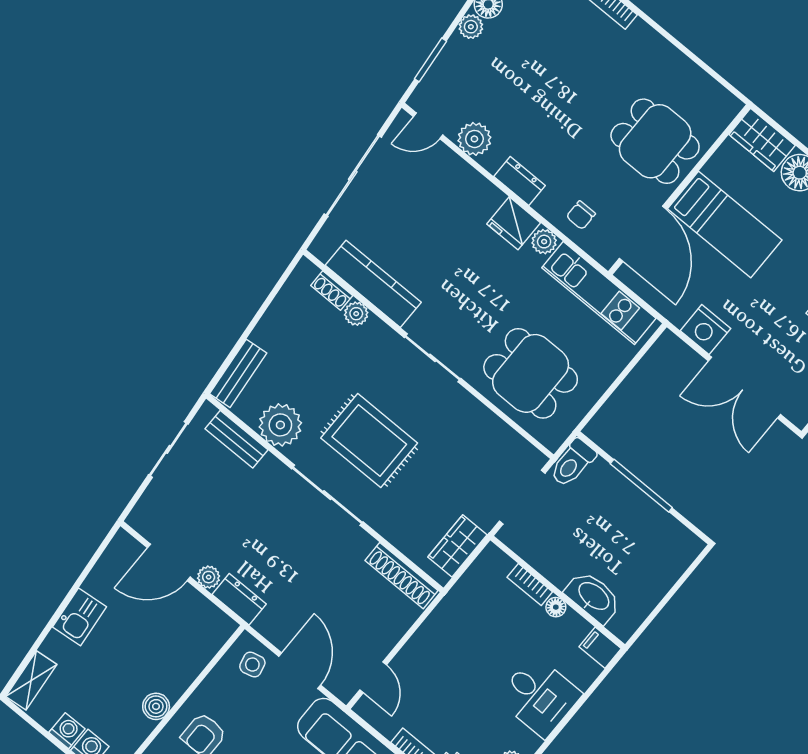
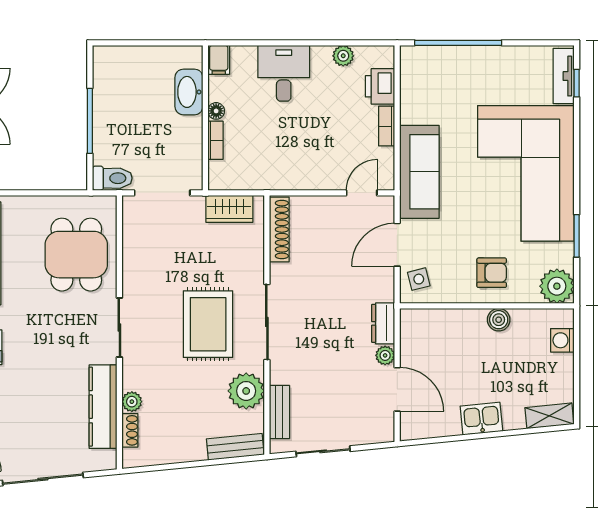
washing machine: (67, 731) -> (563, 365), removed

